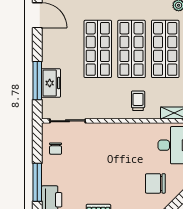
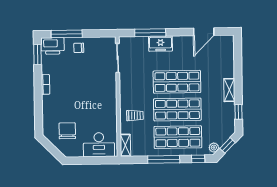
freezer: (51, 83) -> (160, 44), moved
chair: (56, 149) -> (79, 48), moved

